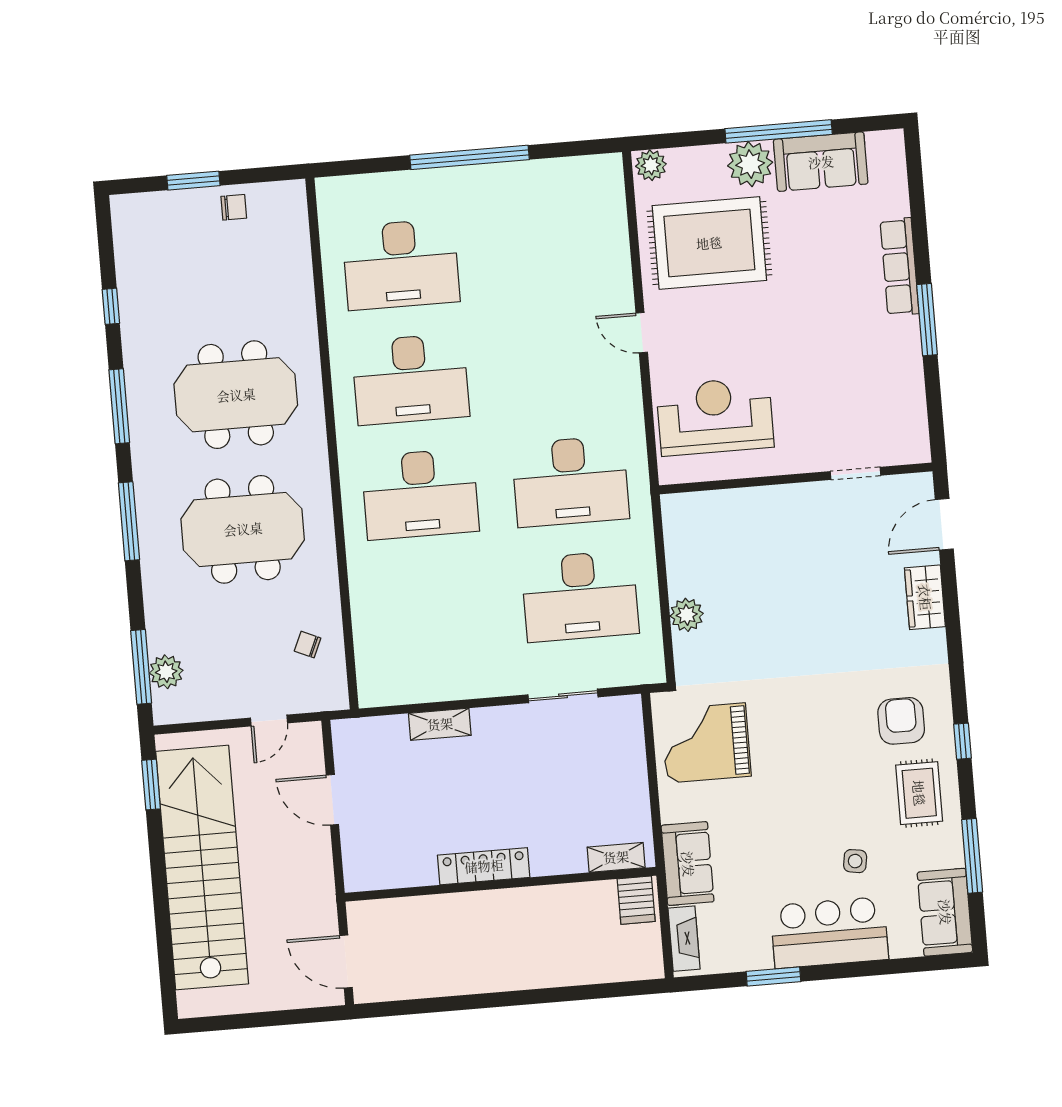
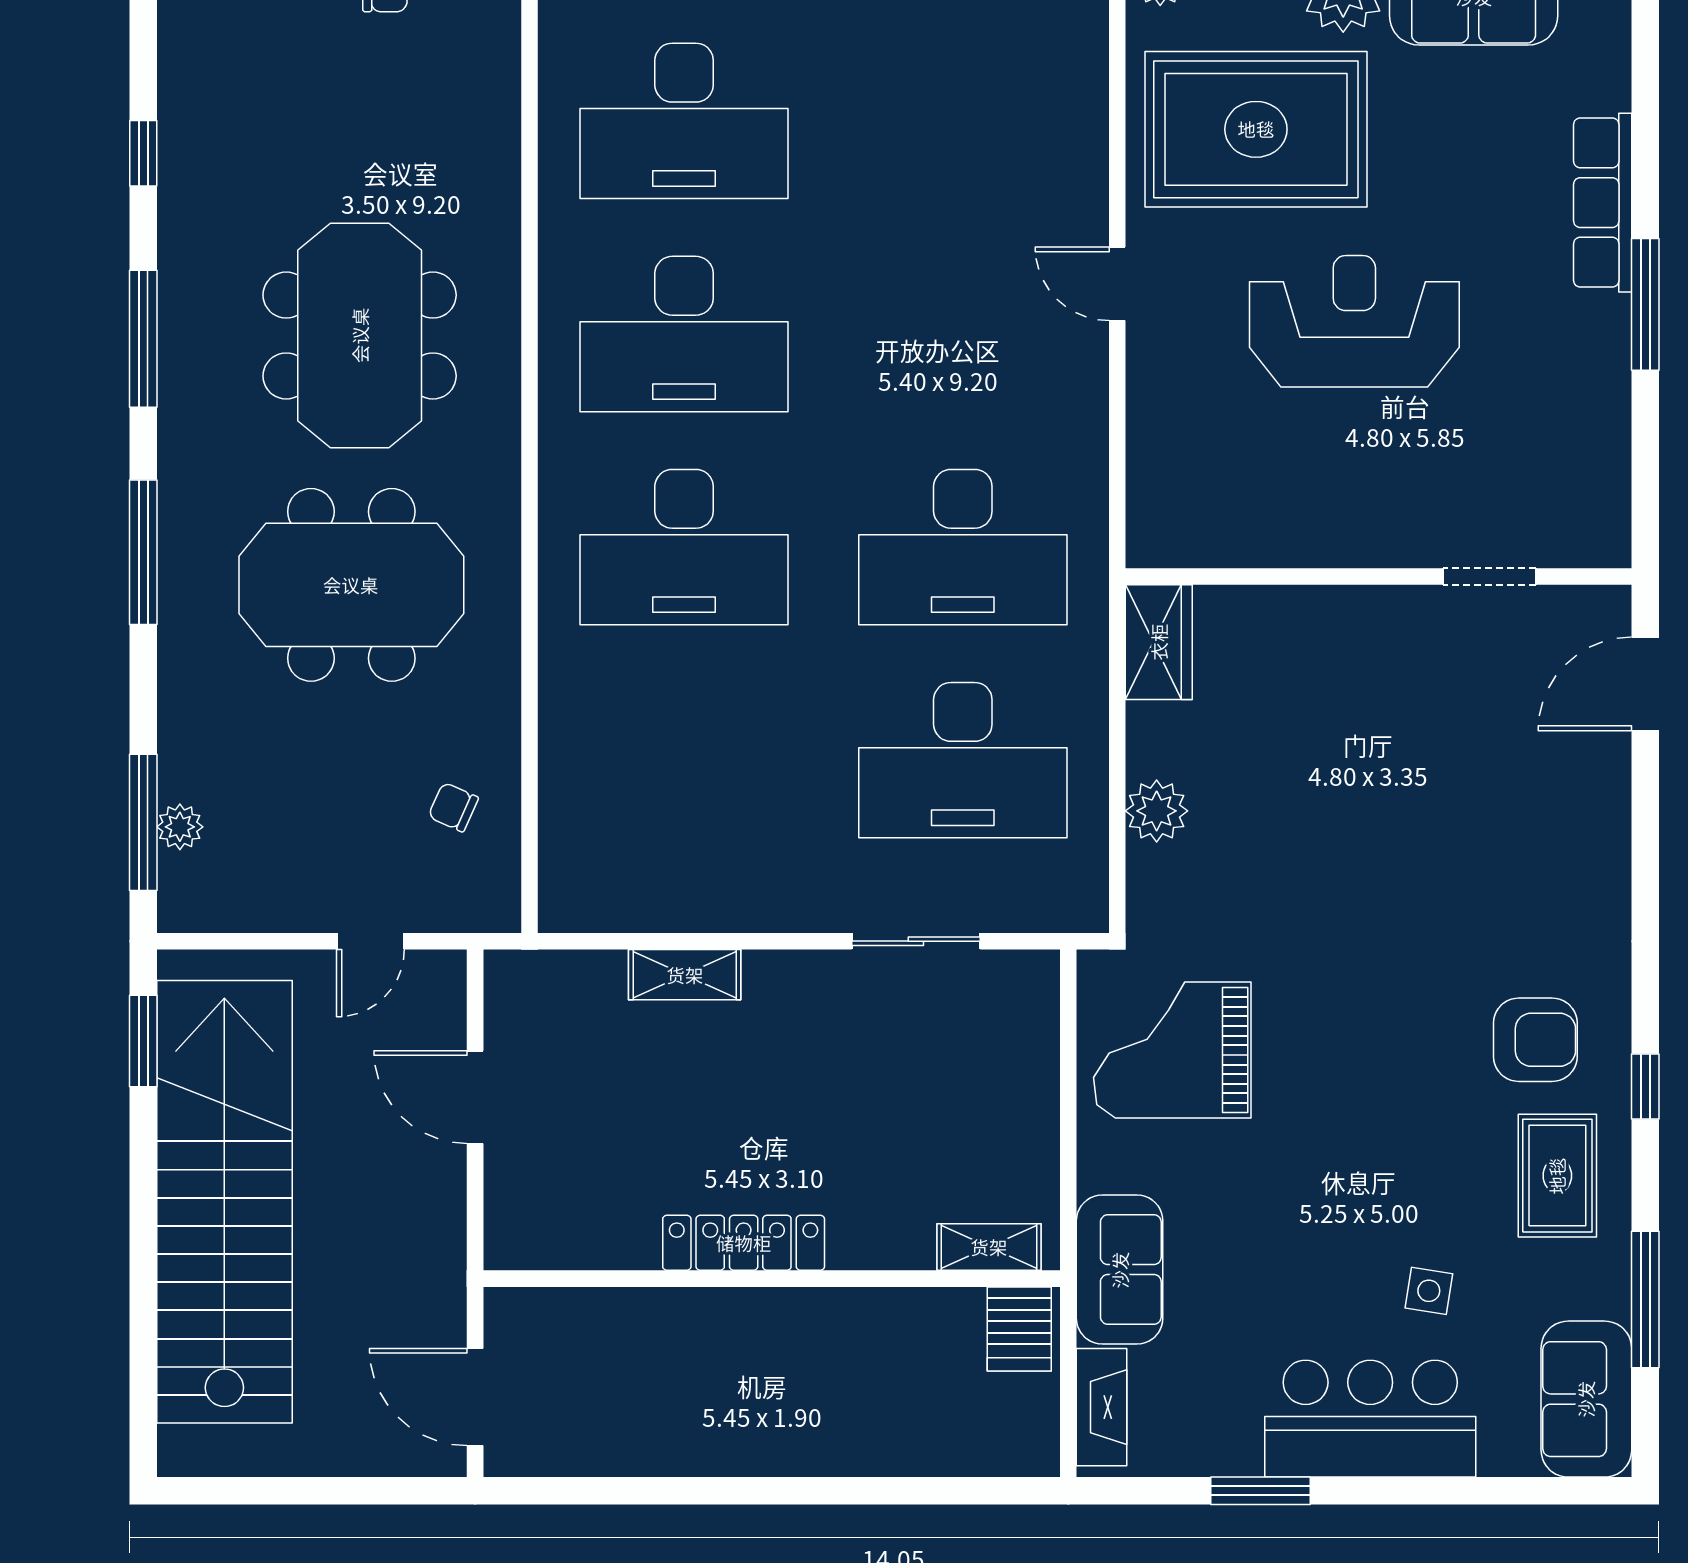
meeting table: (236, 395) -> (360, 335), turned 90
reception desk: (715, 416) -> (1354, 321), moved
wardrobe: (925, 597) -> (1159, 642), moved, turned 180
plant: (166, 672) -> (180, 827), width x0.73, depth x0.73
armchair: (901, 721) -> (1535, 1040), turned 90

